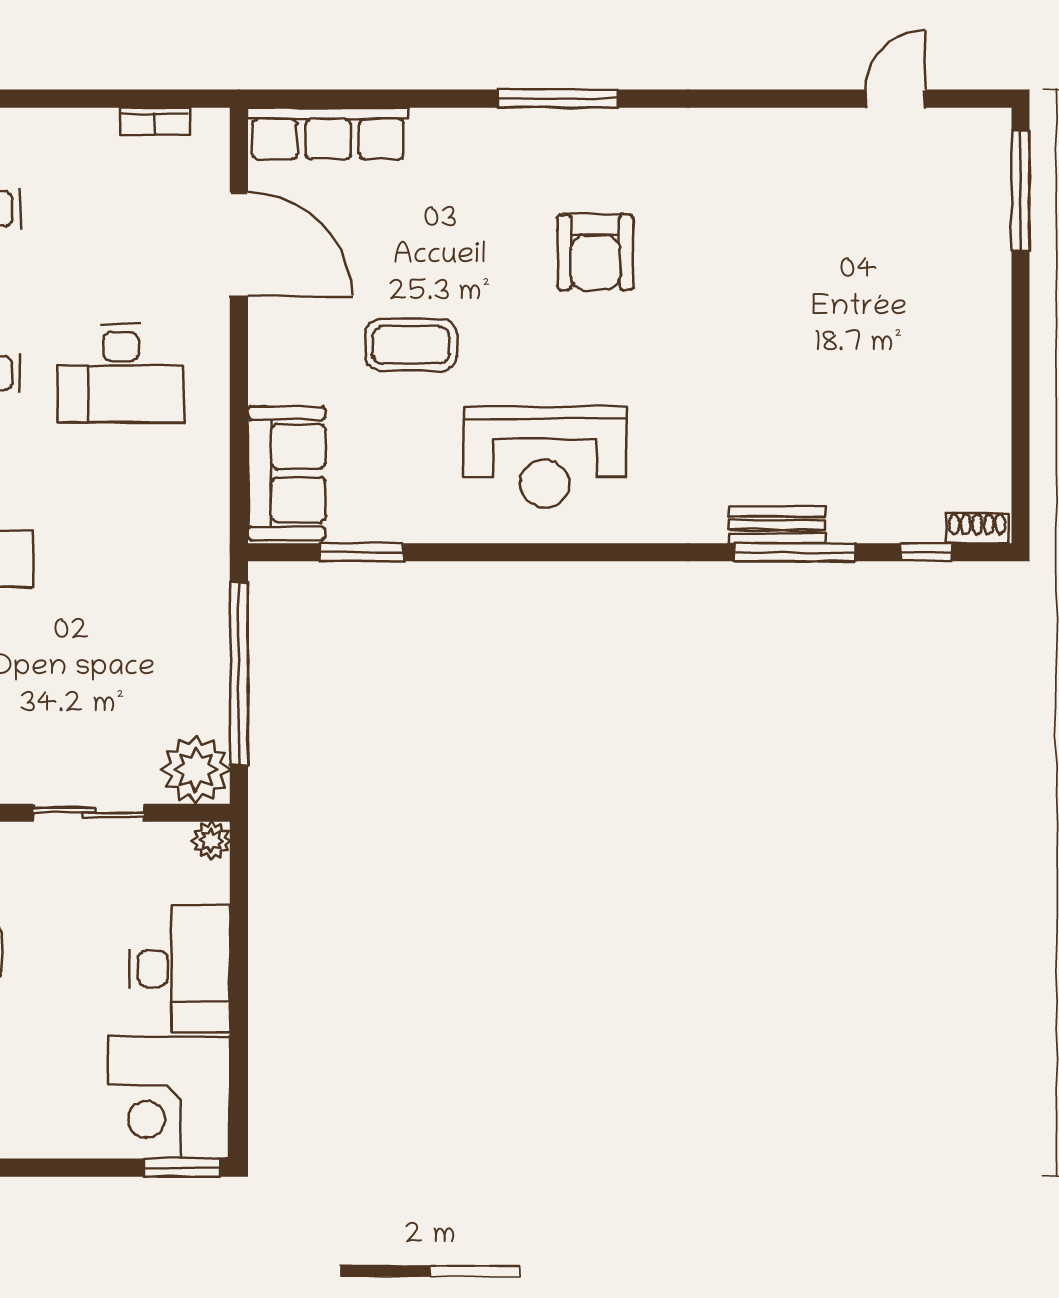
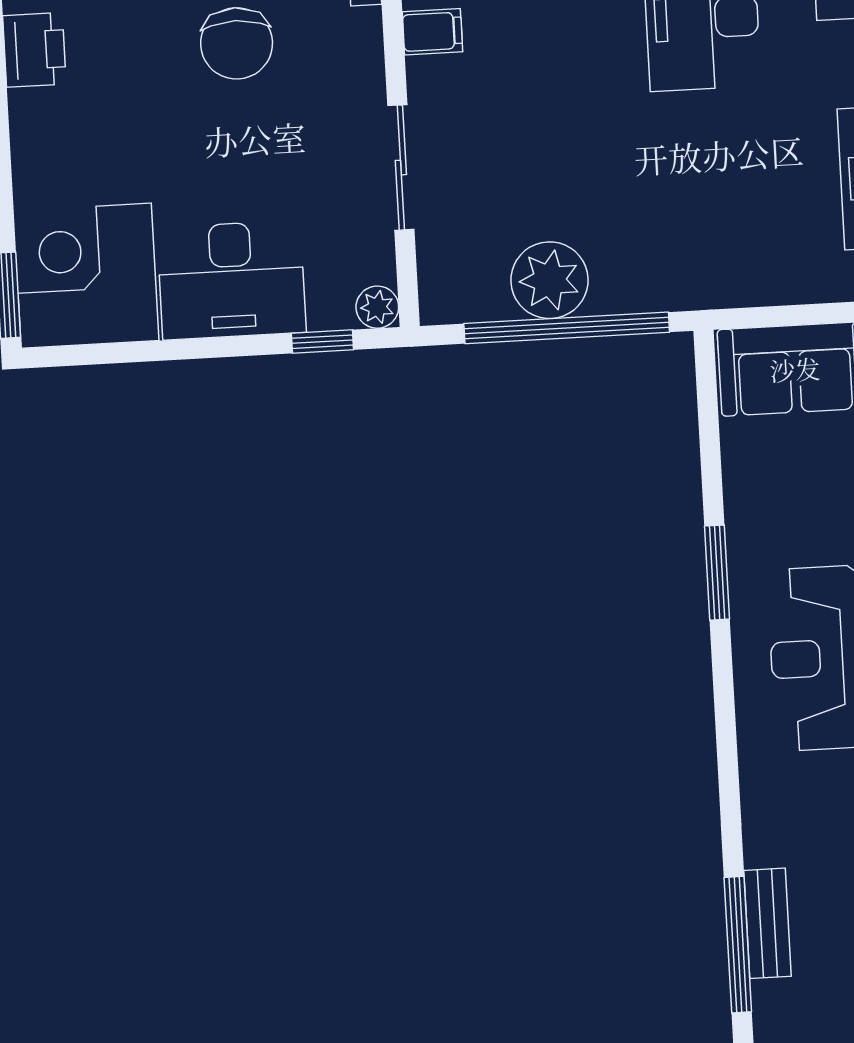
window: (361, 552) -> (717, 573), moved
plant: (196, 770) -> (549, 280), moved
window: (239, 891) -> (322, 342), added

